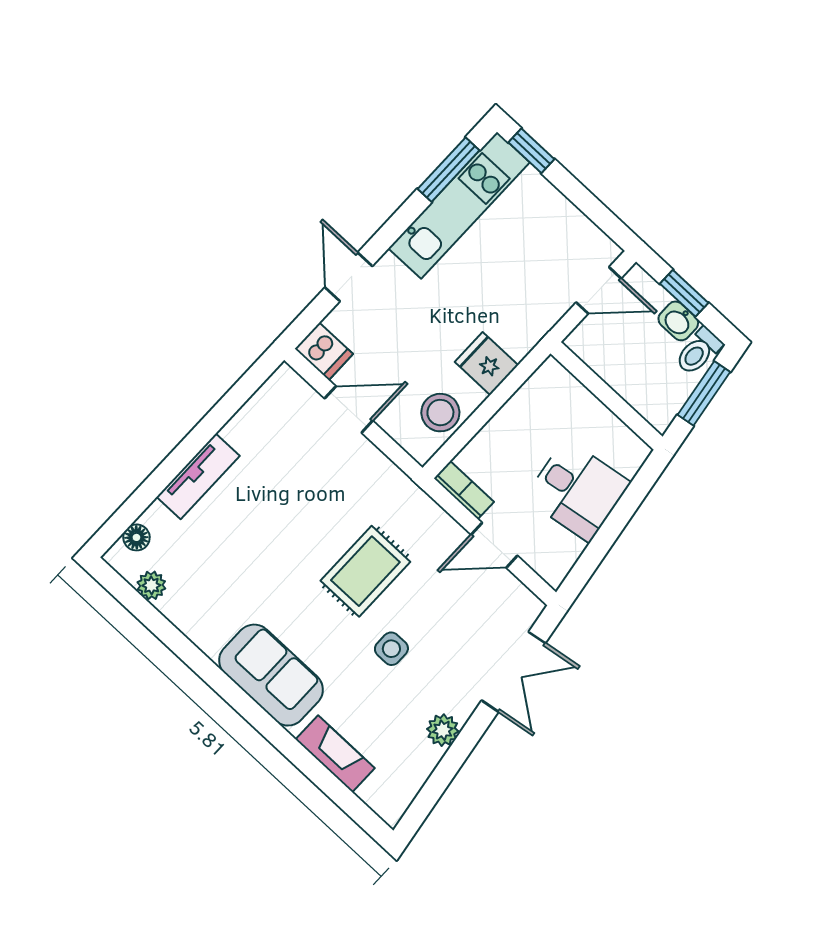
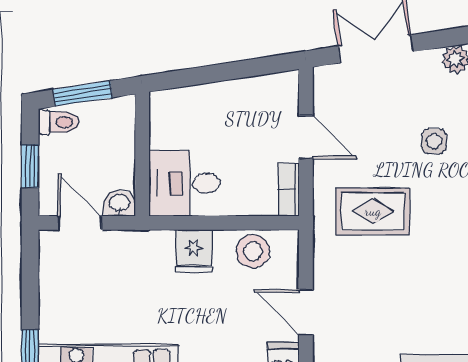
washbasin: (678, 321) -> (119, 203), moved, turned -90
desk: (577, 490) -> (184, 183), moved, turned -81
rug: (365, 571) -> (373, 211), moved

